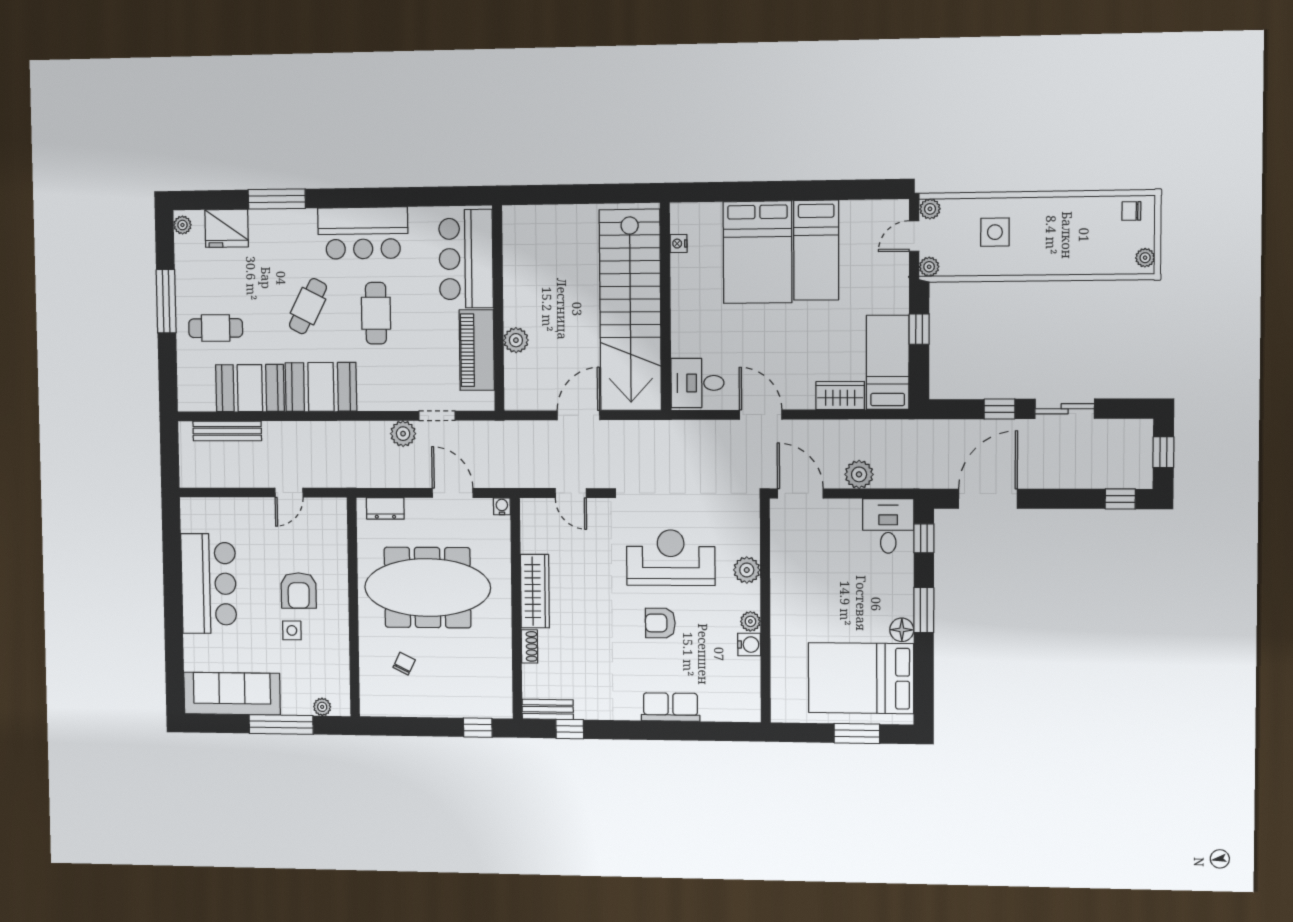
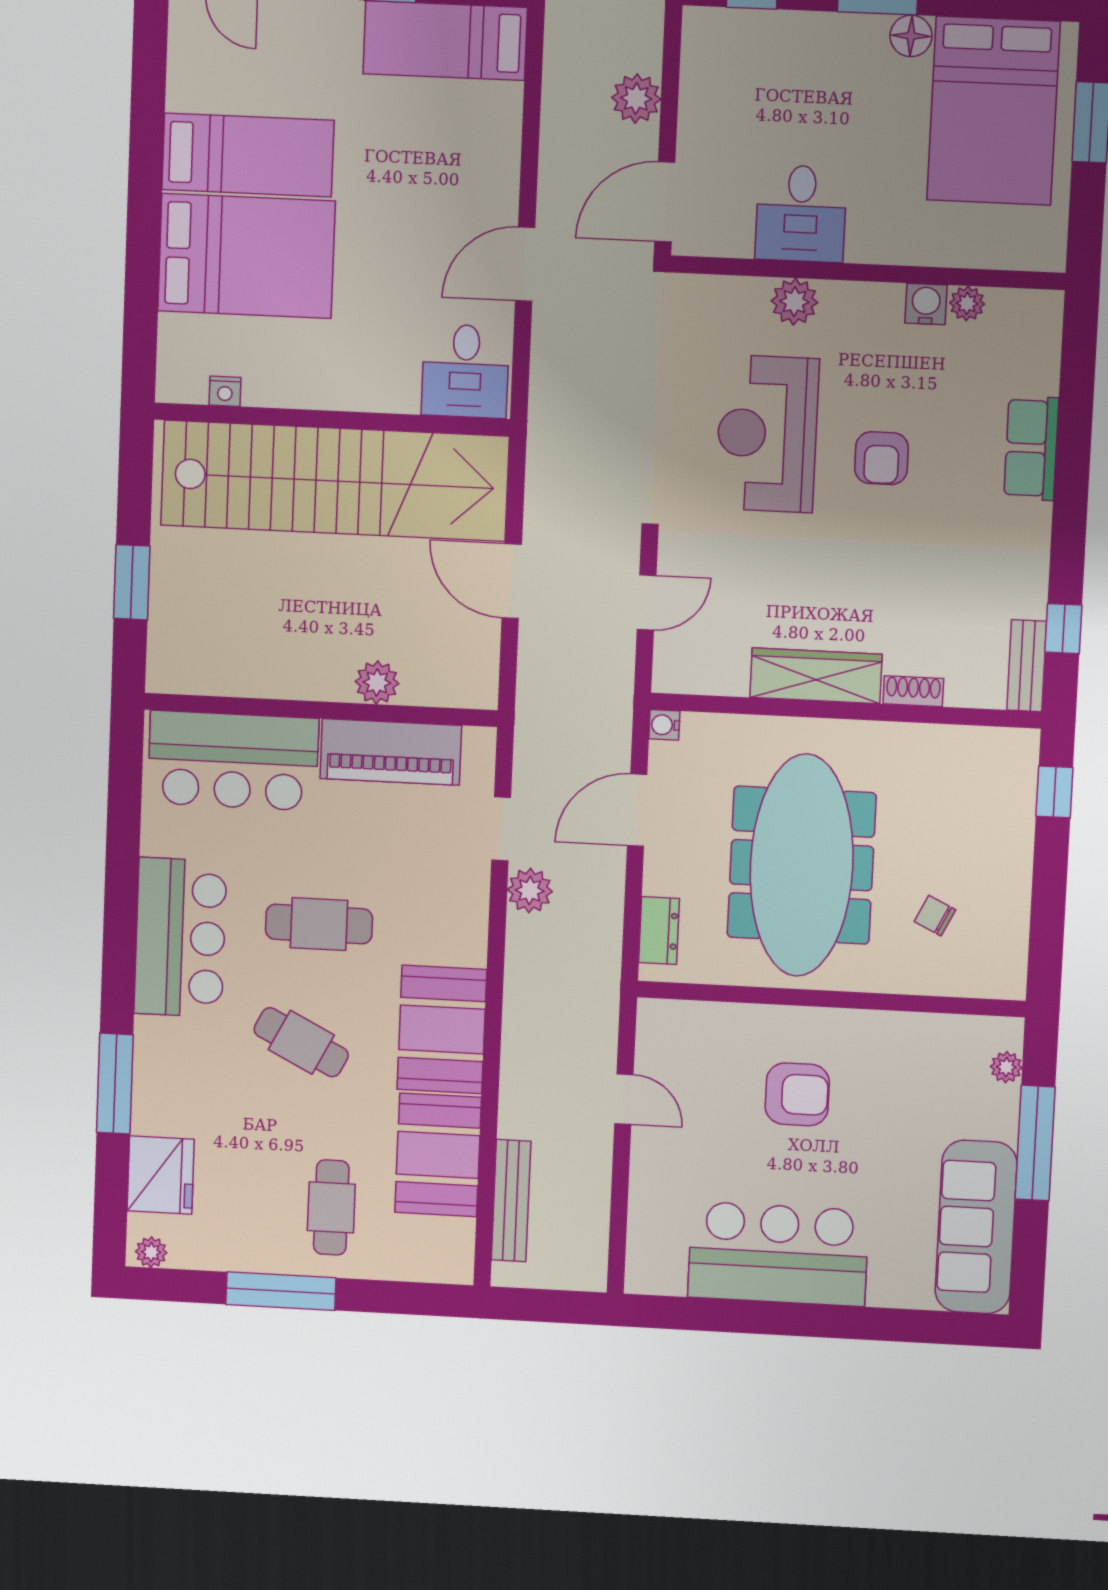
window: (565, 194) -> (132, 582), added
wardrobe: (840, 396) -> (498, 125), removed
desk: (888, 526) -> (801, 214), moved, turned -90
plant: (750, 621) -> (967, 303), moved
side table: (292, 630) -> (868, 1112), removed

